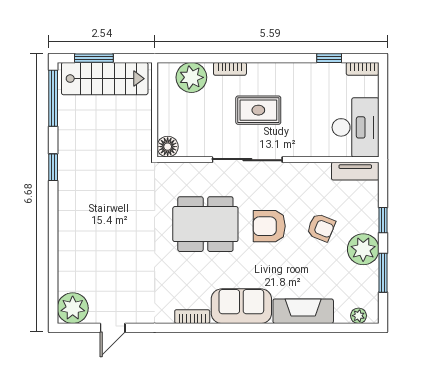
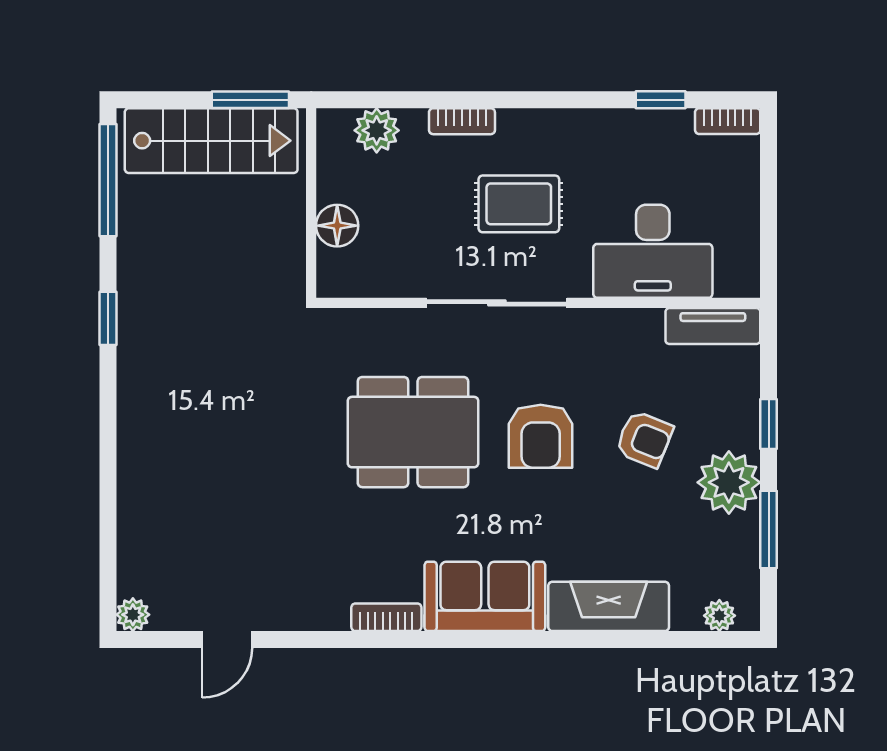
window: (94, 58) -> (250, 100), moved
plant: (191, 77) -> (377, 130), width x0.73, depth x0.73
desk: (356, 127) -> (653, 251), moved, turned 90
floor lamp: (168, 147) -> (337, 226), moved
armchair: (269, 226) -> (541, 436), turned -90
plant: (73, 308) -> (133, 615), width x0.53, depth x0.53

